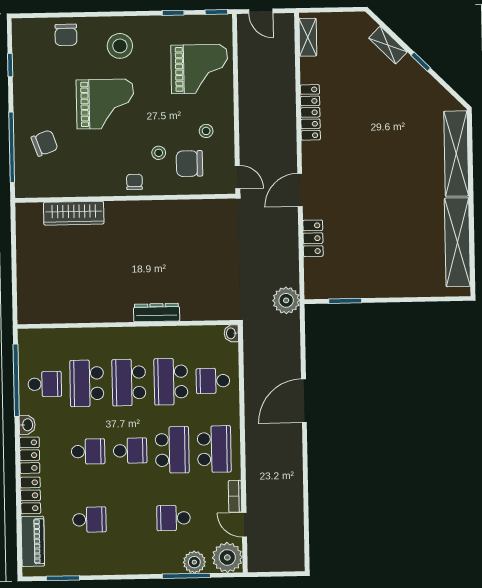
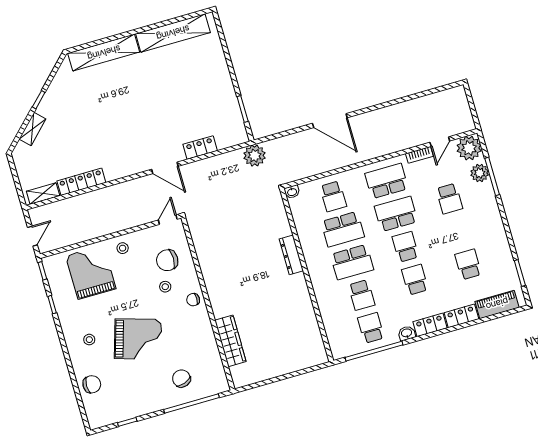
stool: (120, 46) -> (89, 340), width x0.53, depth x0.53
grand piano: (105, 104) -> (138, 339), turned 107
locker: (310, 112) -> (81, 182), moved
stool: (206, 131) -> (123, 248), moved
chair: (189, 164) -> (167, 260), turned 90
school desk: (87, 383) -> (361, 295), width x0.54

